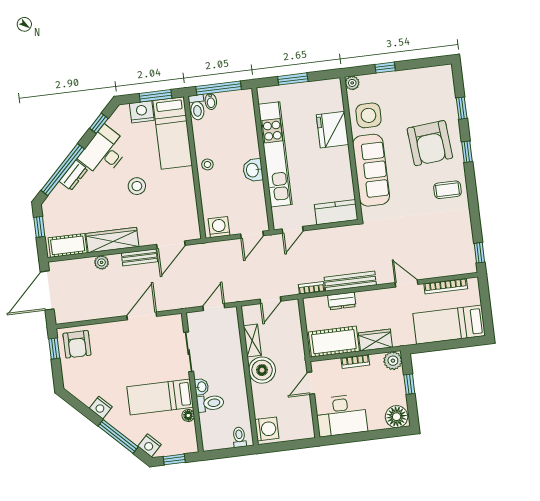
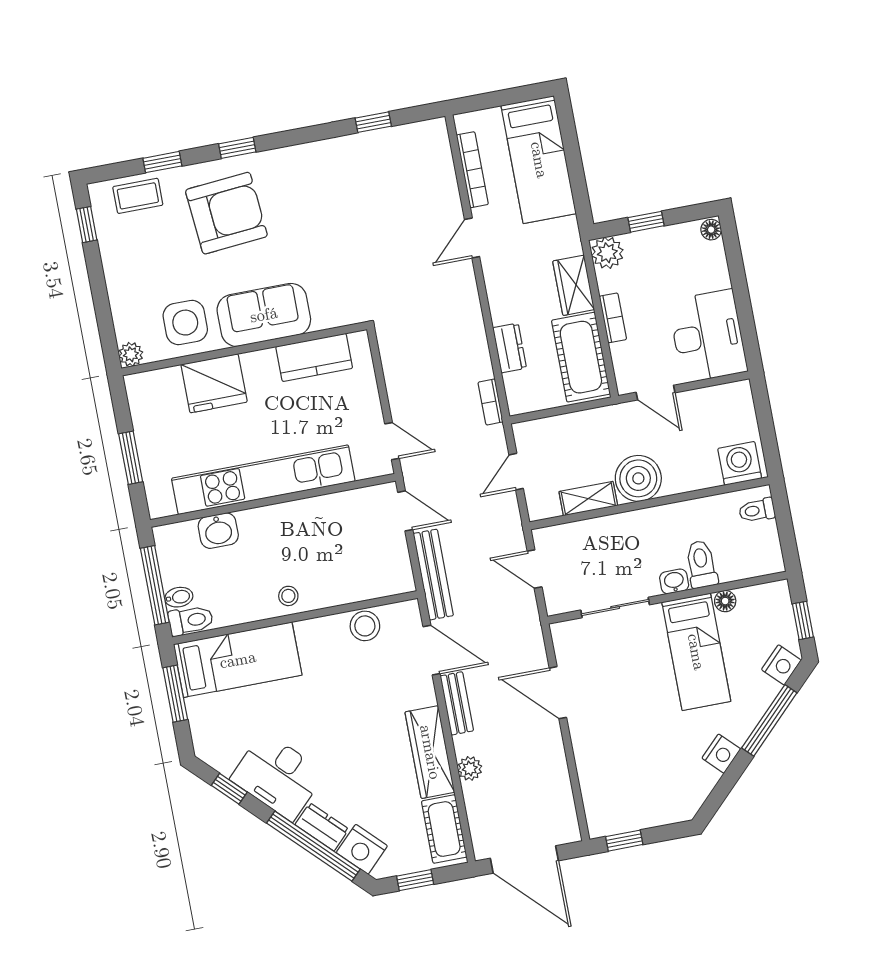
window: (385, 68) -> (87, 225), moved
nightstand: (142, 112) -> (362, 849), moved, turned -45
washbasin: (253, 170) -> (218, 531), moved
sofa: (371, 170) -> (264, 315), width x0.73
stool: (137, 186) -> (365, 626), moved
coffee table: (448, 190) -> (138, 196), moved, turned 90
kitchen counter: (336, 212) -> (314, 357), moved, turned -90
washing machine: (219, 227) -> (395, 569), removed
window: (479, 253) -> (373, 122), moved
bench: (350, 281) -> (433, 575), moved
door: (270, 300) -> (516, 472), swing flipped
armchair: (77, 344) -> (614, 802), removed
floor lamp: (397, 417) -> (711, 230), width x0.53, depth x0.53

